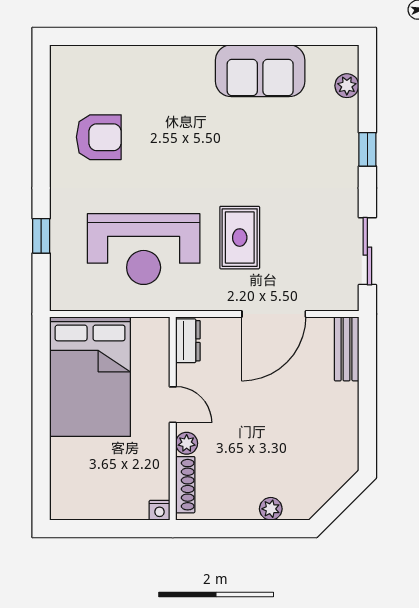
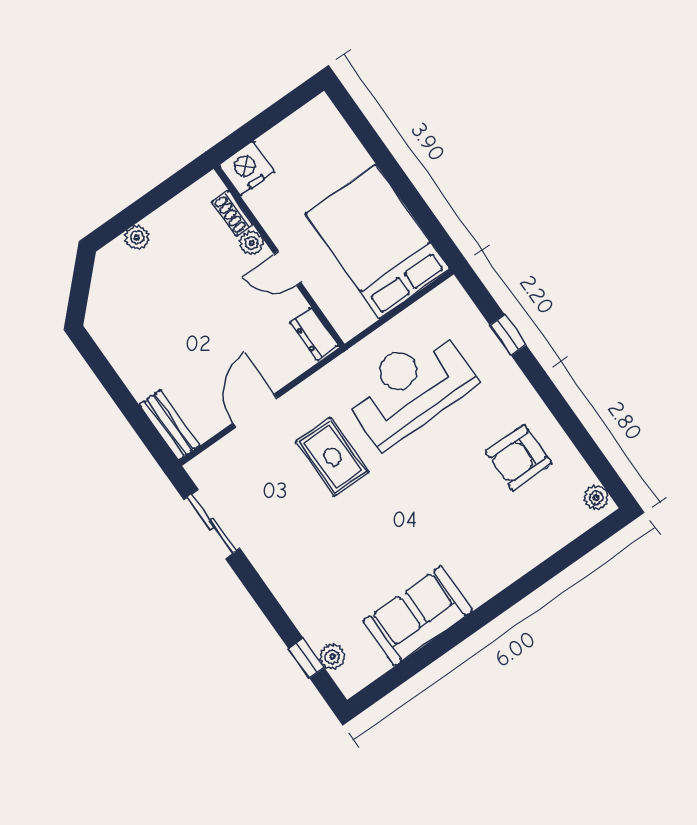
plant: (61, 65) -> (596, 498), added
window: (367, 149) -> (306, 658), moved
door: (274, 314) -> (255, 411), width x0.73
shoe rack: (185, 485) -> (232, 213), width x0.70
nightstand: (160, 510) -> (247, 168), width x1.89, depth x1.79

